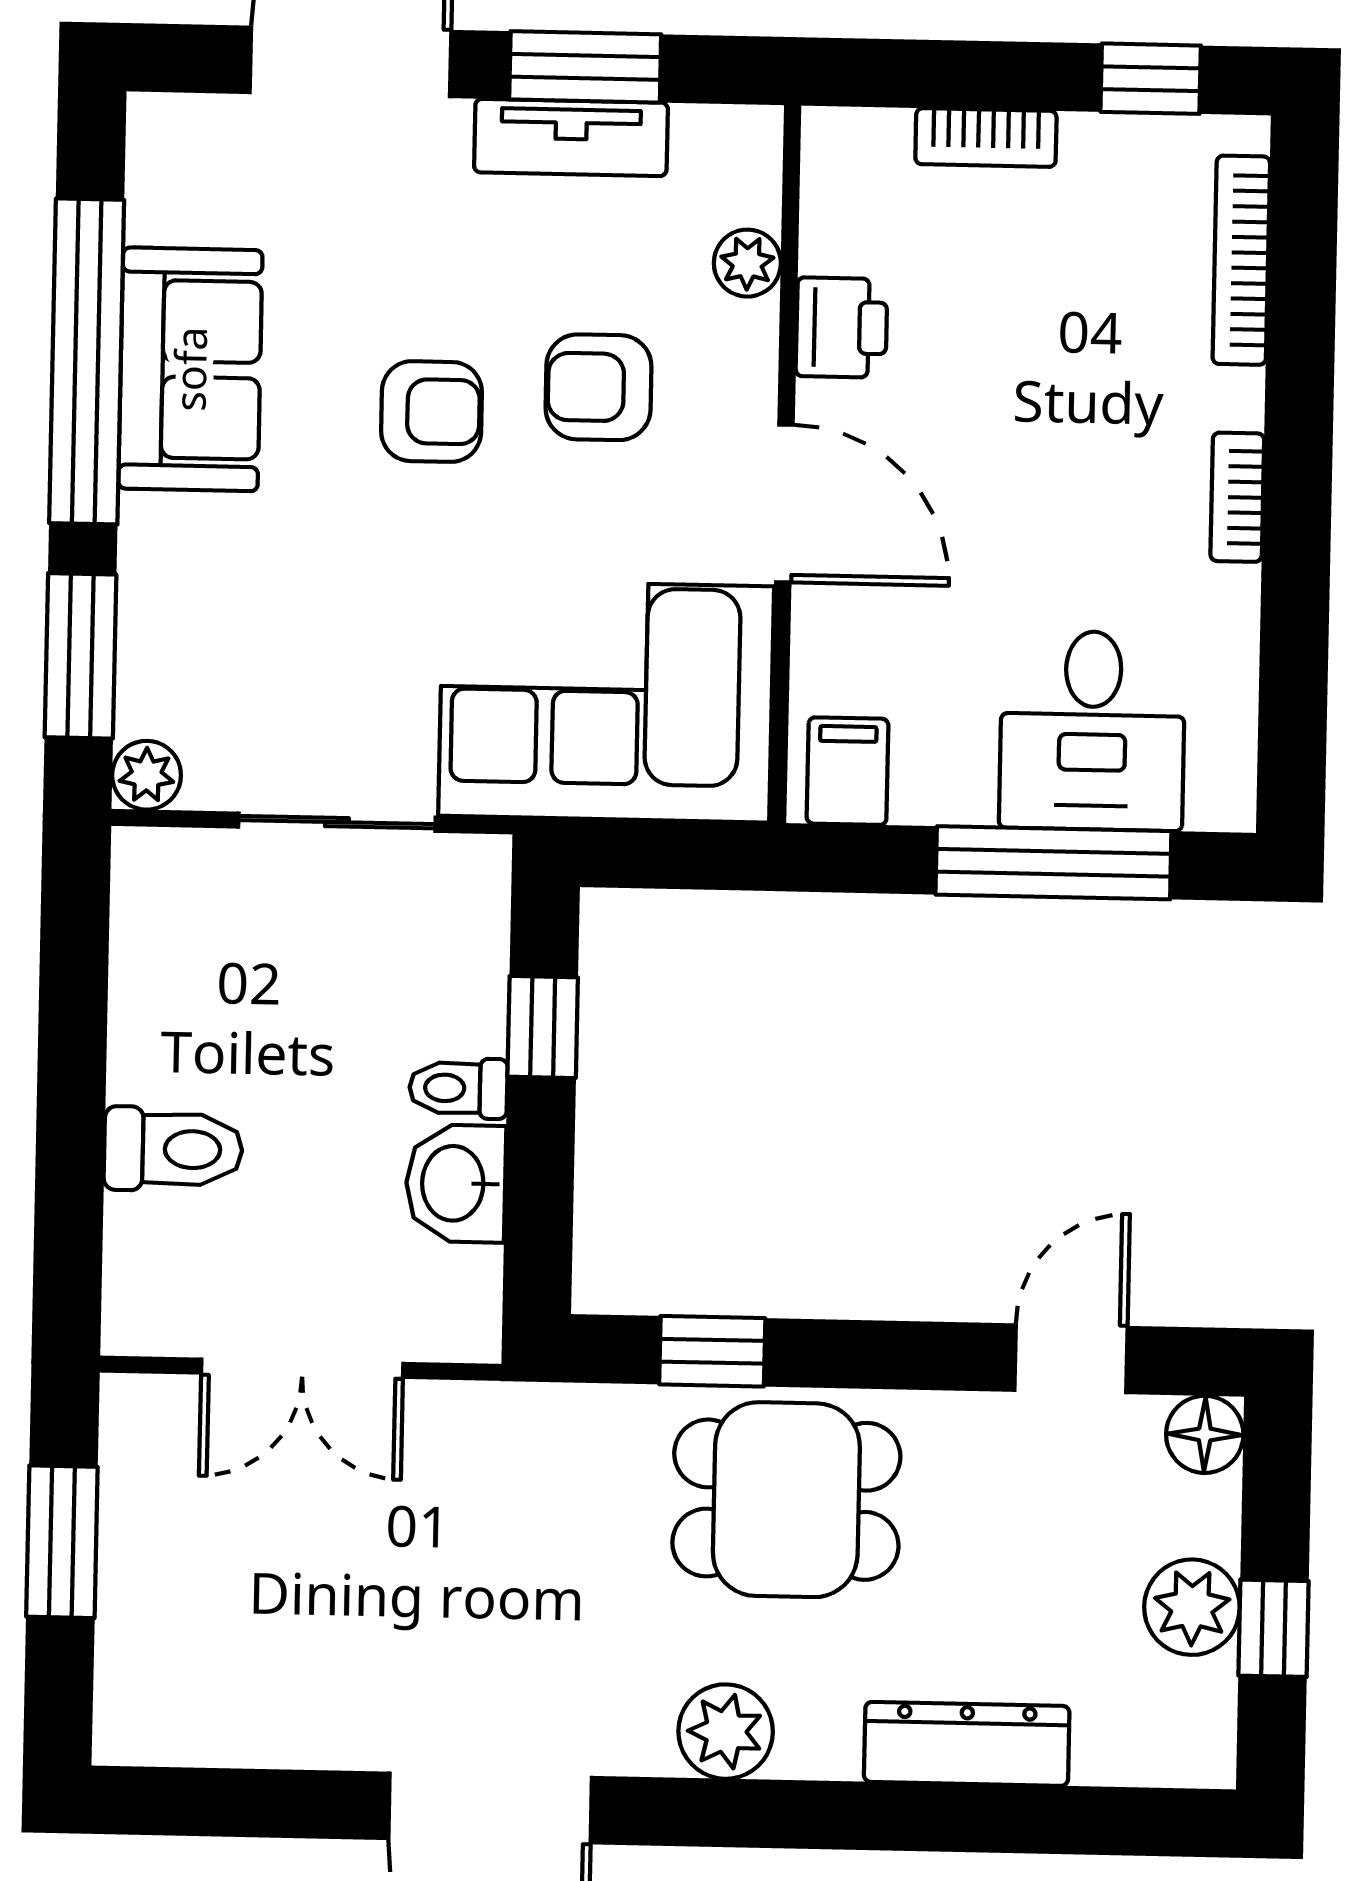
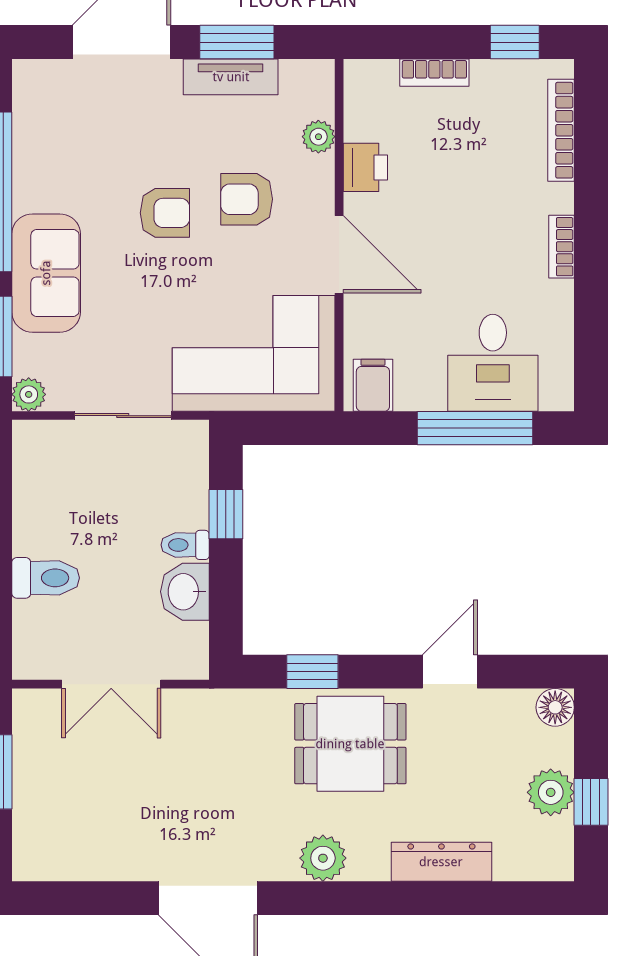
sofa: (190, 369) -> (46, 273), moved
door: (1071, 1359) -> (450, 672), moved

